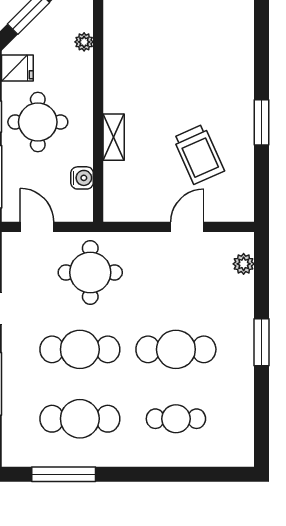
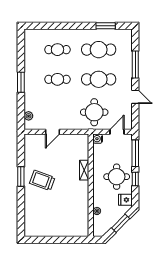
trolley: (199, 154) -> (42, 180), moved, turned -46
water cooler: (82, 178) -> (98, 139), moved
door: (37, 227) -> (117, 132), swing flipped
cafe table: (176, 349) -> (57, 79), width x0.73, depth x0.74
window: (64, 474) -> (106, 26), width x0.69

